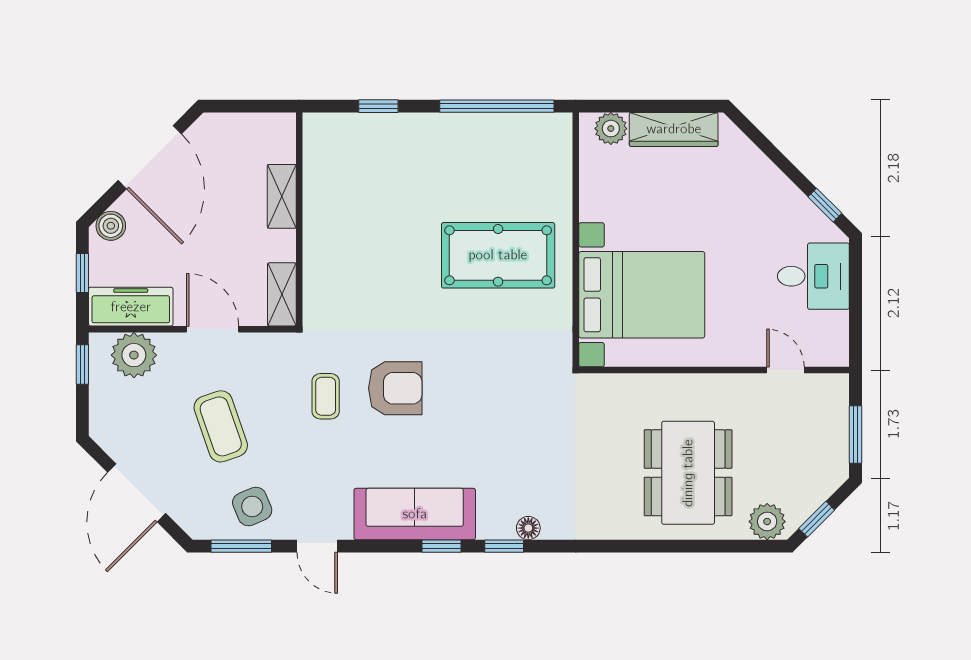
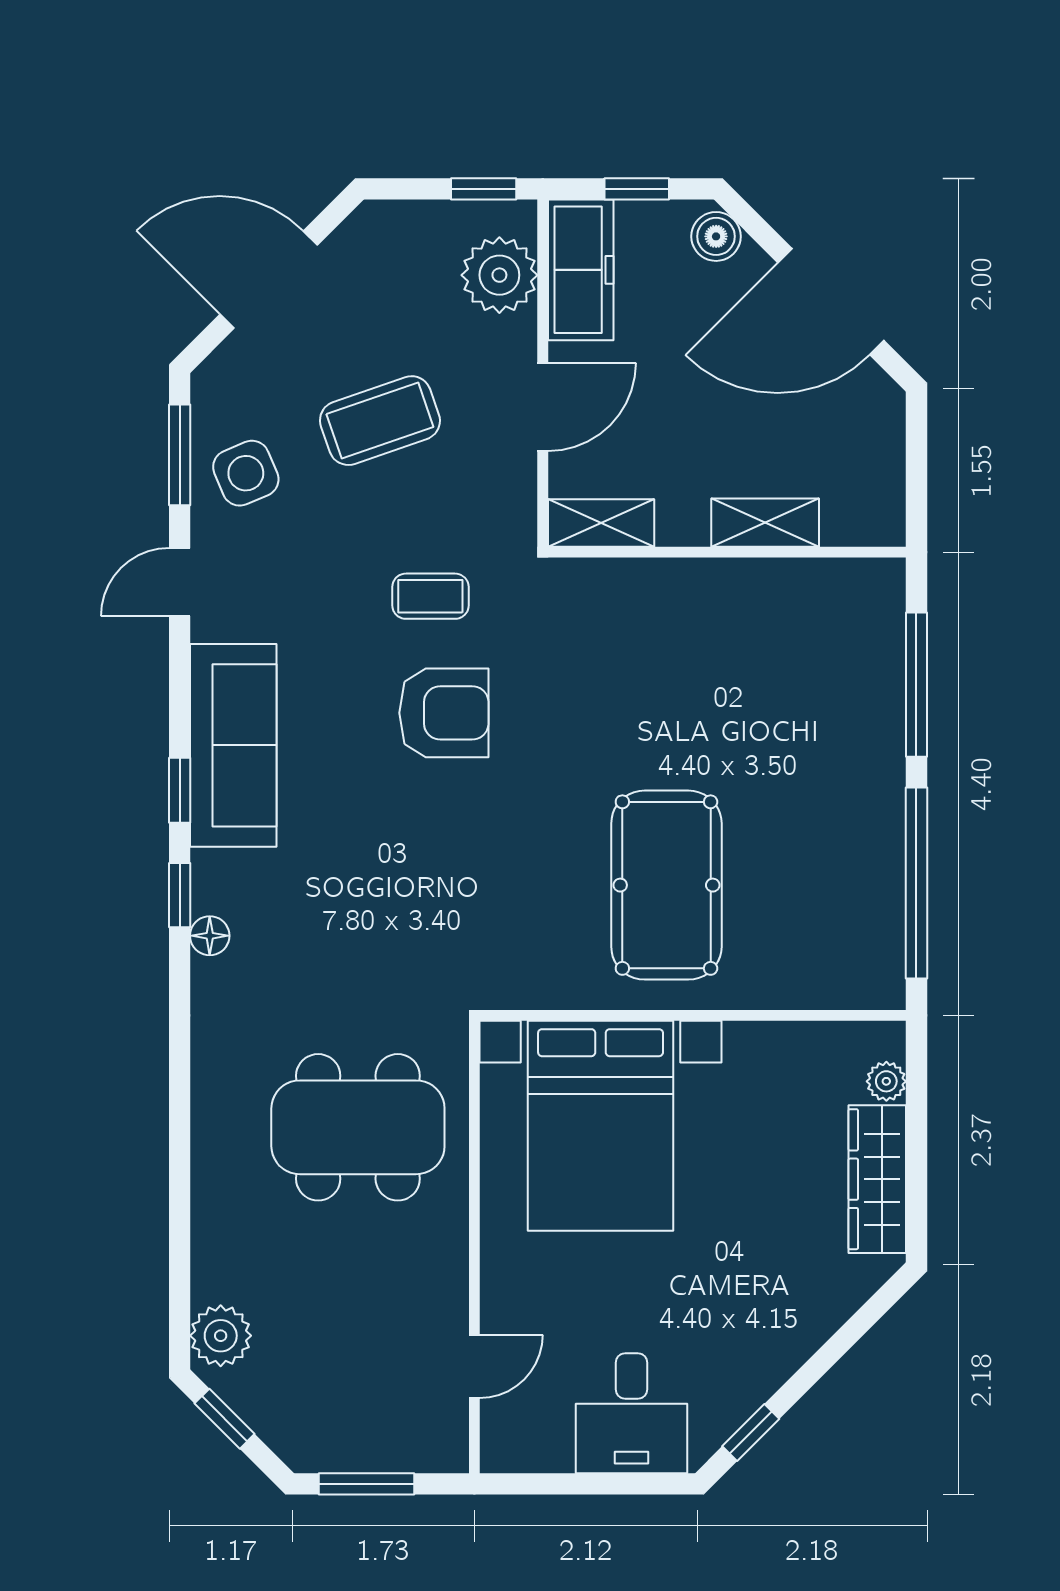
window: (378, 106) -> (916, 685), width x2.17
plant: (611, 129) -> (886, 1081), width x0.73, depth x0.73
armchair: (395, 388) -> (444, 713), turned -90
dining table: (688, 473) -> (358, 1127), moved

